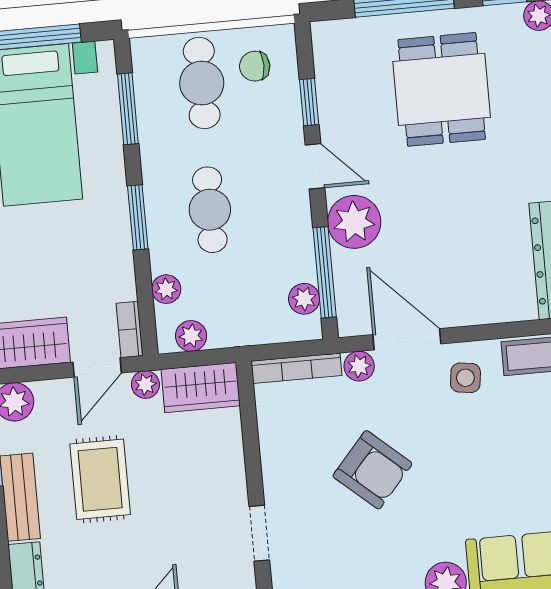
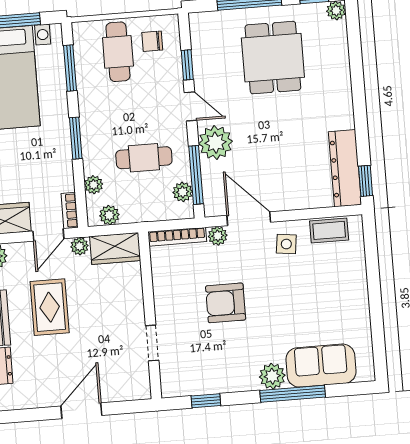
cafe table: (210, 210) -> (144, 158), moved, turned 90
armchair: (372, 470) -> (226, 303), turned 139

